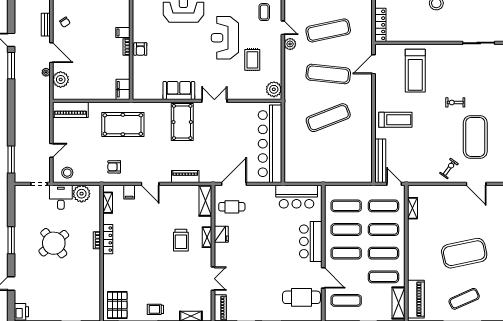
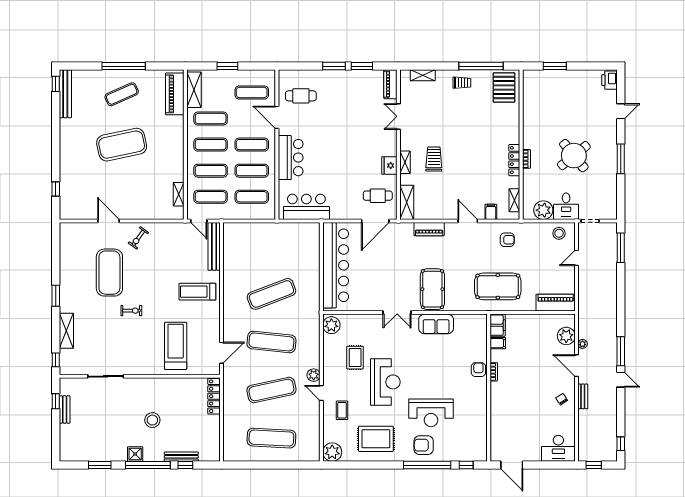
filing cabinet: (123, 33) -> (498, 343), moved
cafe table: (301, 297) -> (301, 96), width x0.73, depth x0.74

